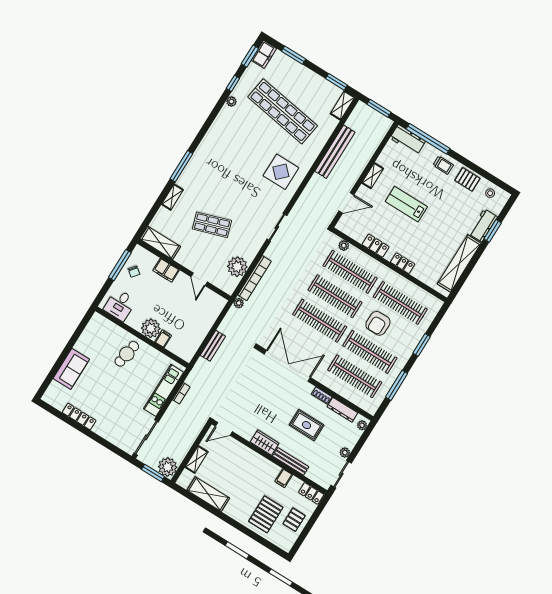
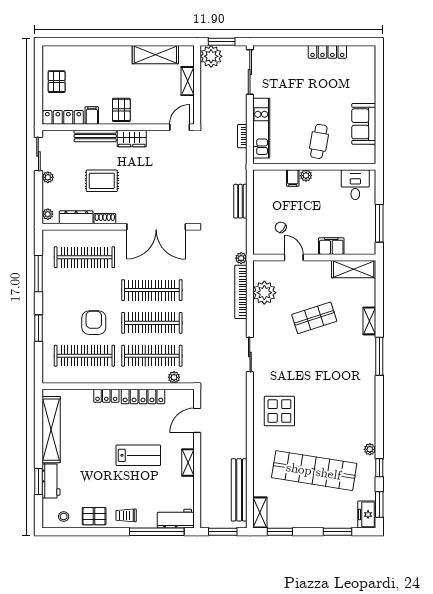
bench: (335, 152) -> (239, 490), moved
locker: (376, 246) -> (143, 397), width x1.53
chair: (134, 272) -> (281, 227), moved
plant: (151, 328) -> (306, 176), width x0.53, depth x0.53
clothes rail: (370, 352) -> (84, 290), removed
sofa: (71, 369) -> (364, 124), moved
locker: (311, 493) -> (63, 117), width x1.53
pallet: (266, 514) -> (121, 110), moved, width x0.67, depth x0.71

